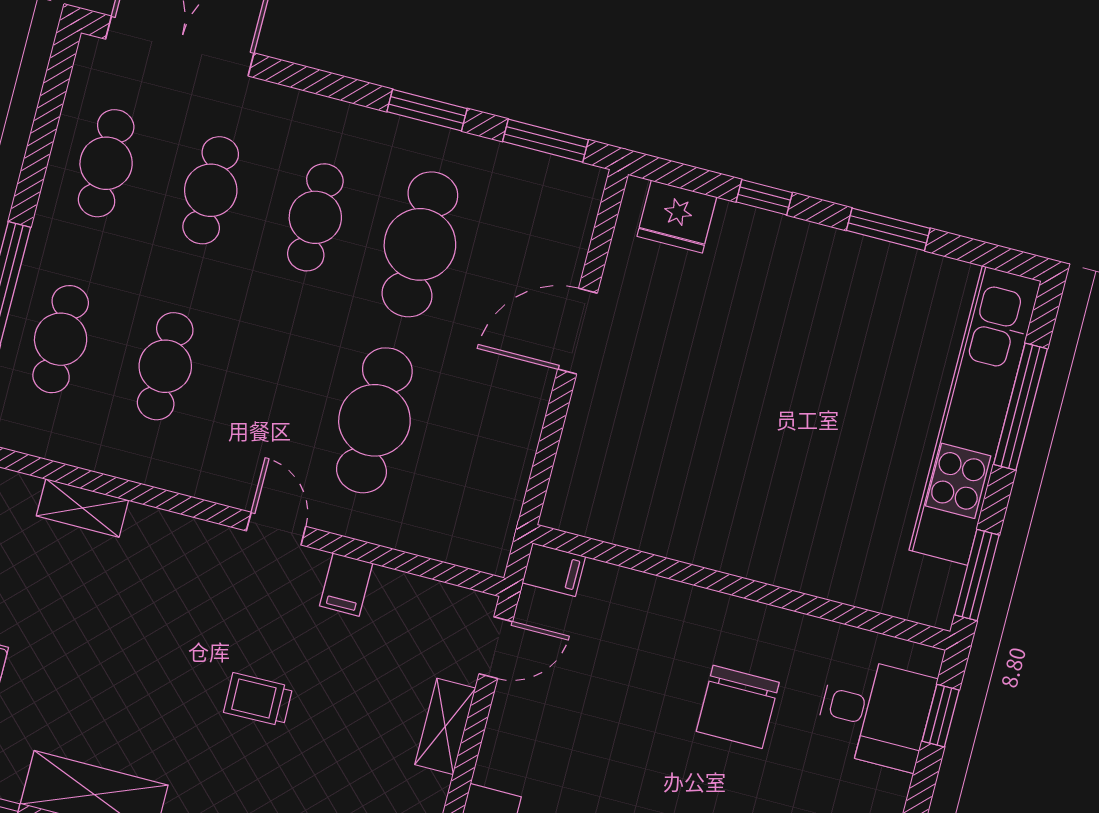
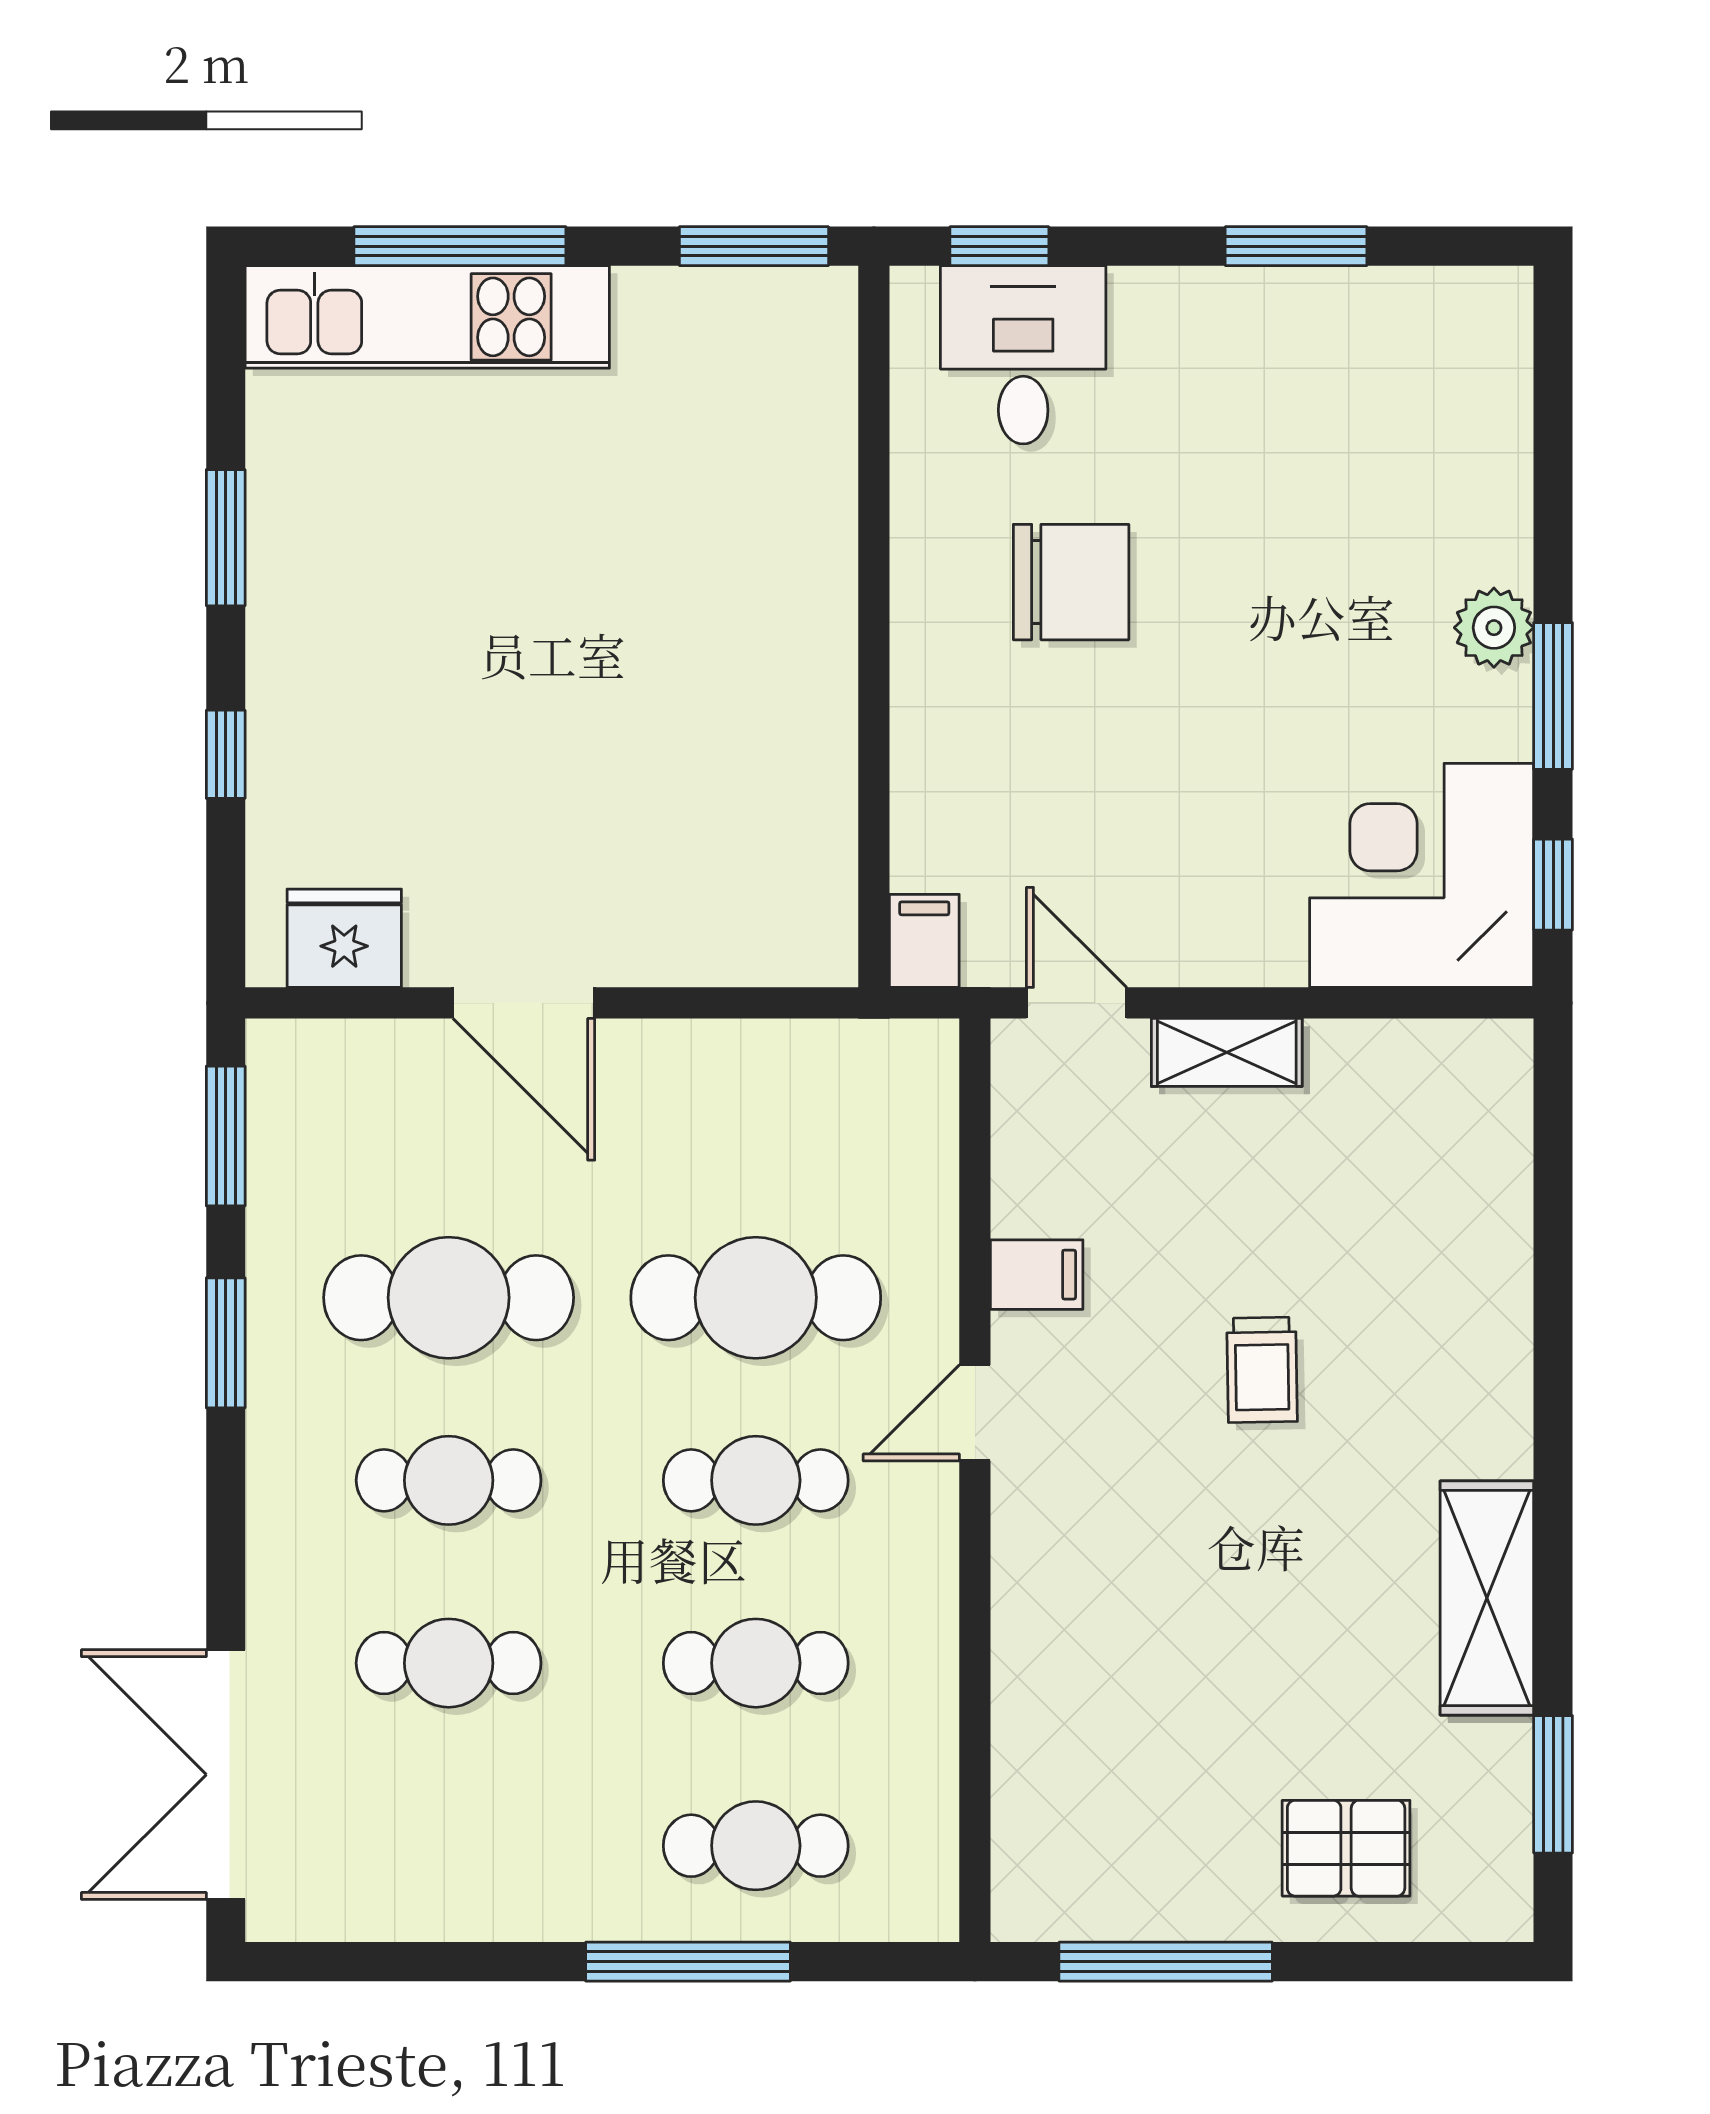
cafe table: (106, 163) -> (756, 1480), moved
fridge: (677, 217) -> (344, 938), moved, turned -90
kitchen unit: (975, 415) -> (427, 317), width x0.73
shelving: (82, 508) -> (1023, 1738), removed

